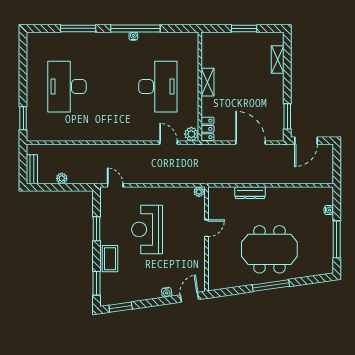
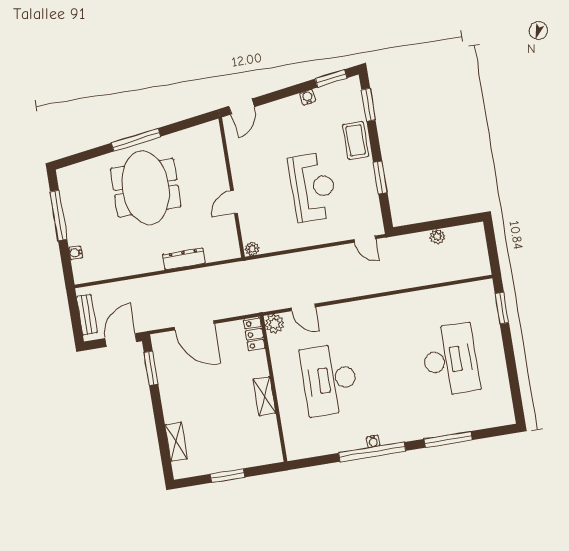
bench: (32, 169) -> (87, 315), moved
meeting table: (269, 249) -> (146, 188), turned 90
water cooler: (167, 292) -> (308, 97), moved

